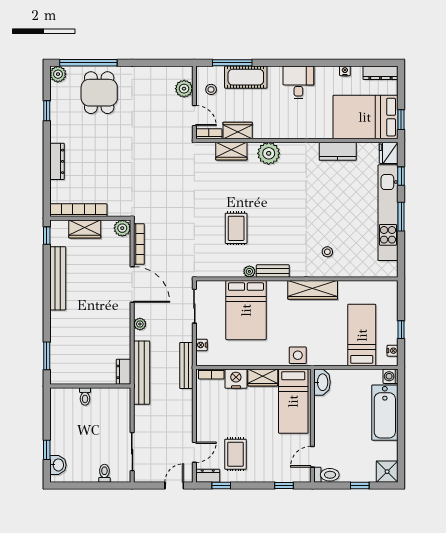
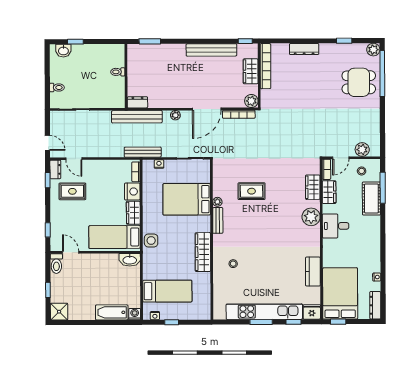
desk: (298, 82) -> (336, 226), moved, turned 180
bathtub: (385, 413) -> (112, 312), width x0.73, depth x0.73

